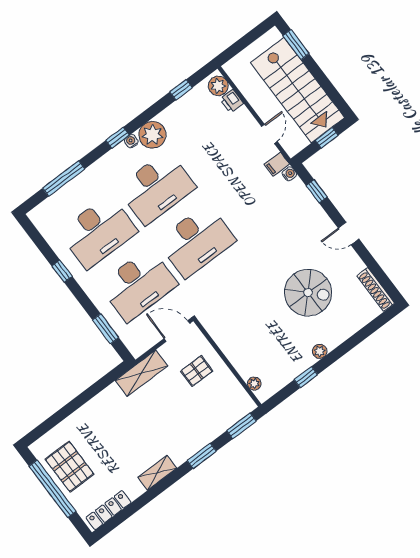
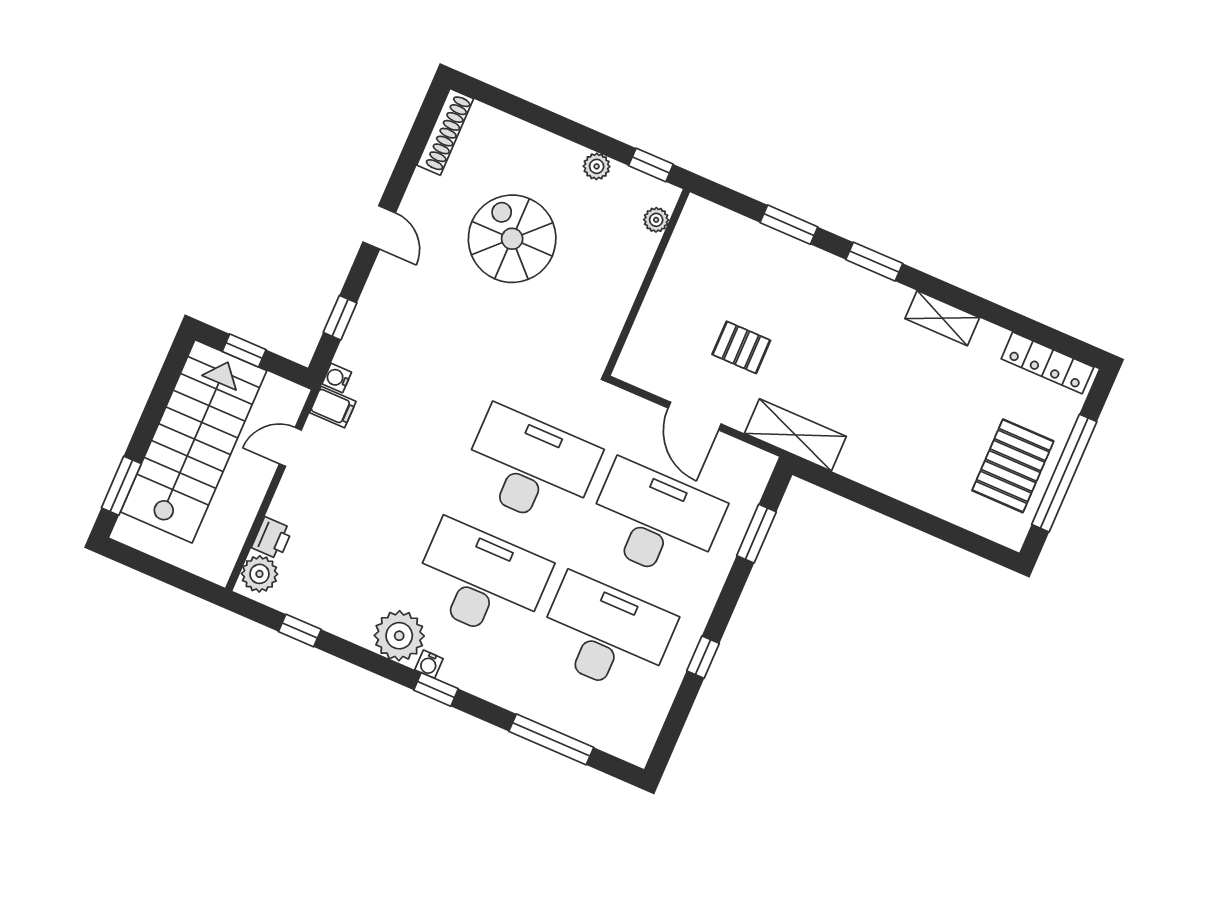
wall: (227, 363) -> (647, 282), moved
plant: (254, 384) -> (656, 220), moved

